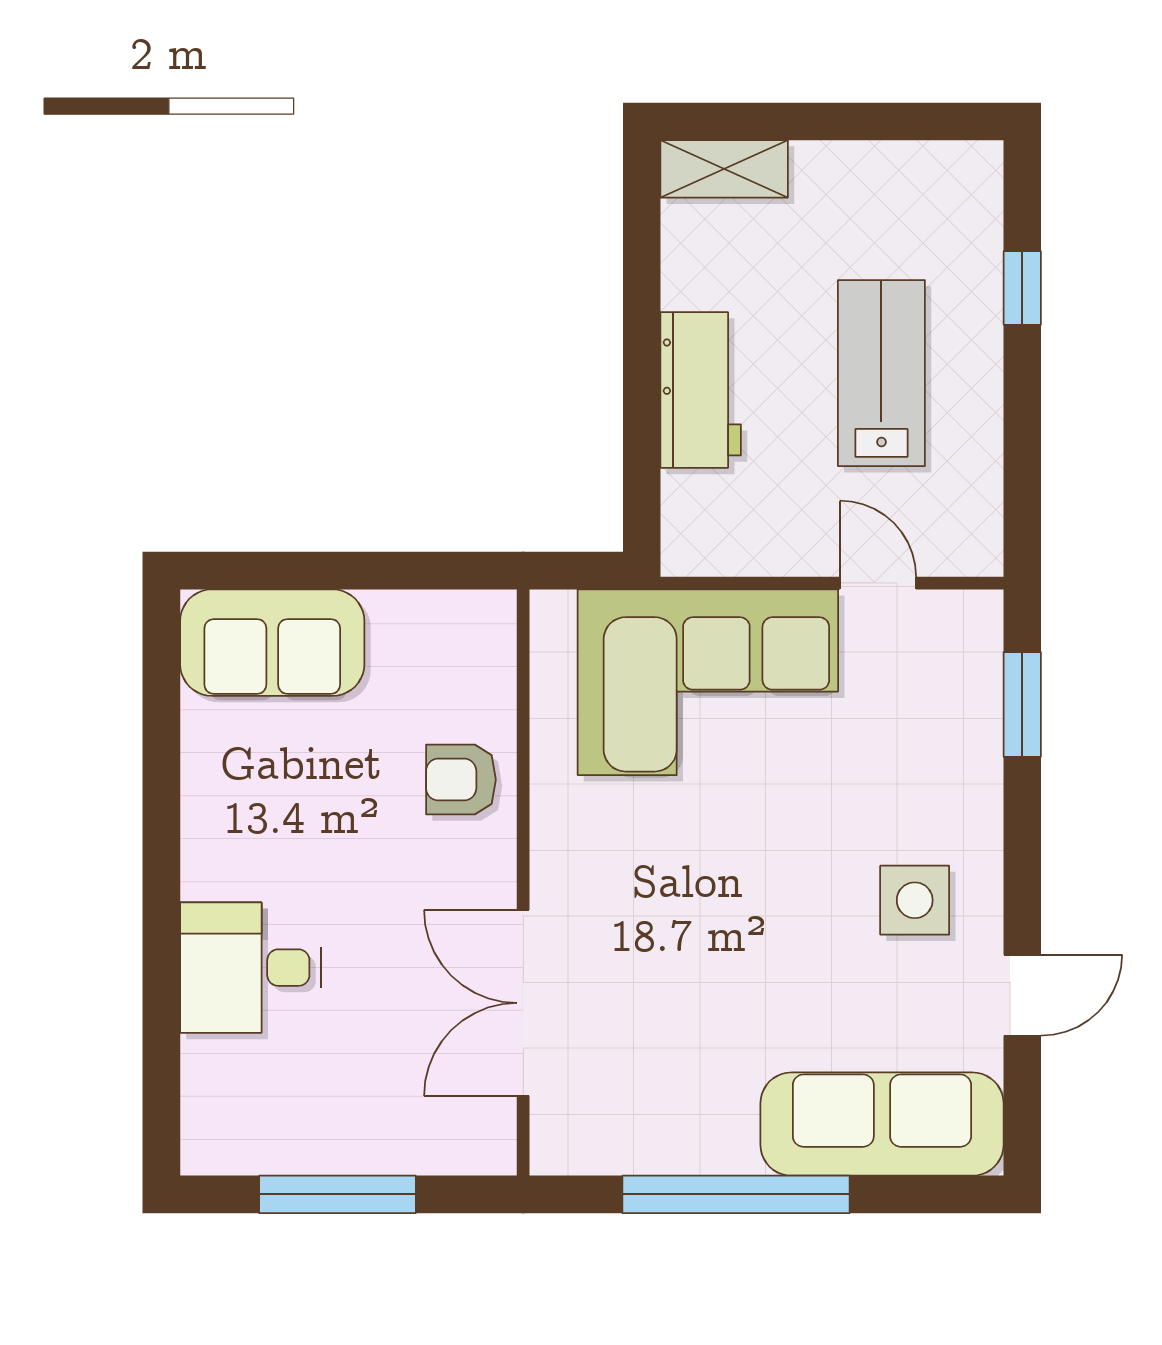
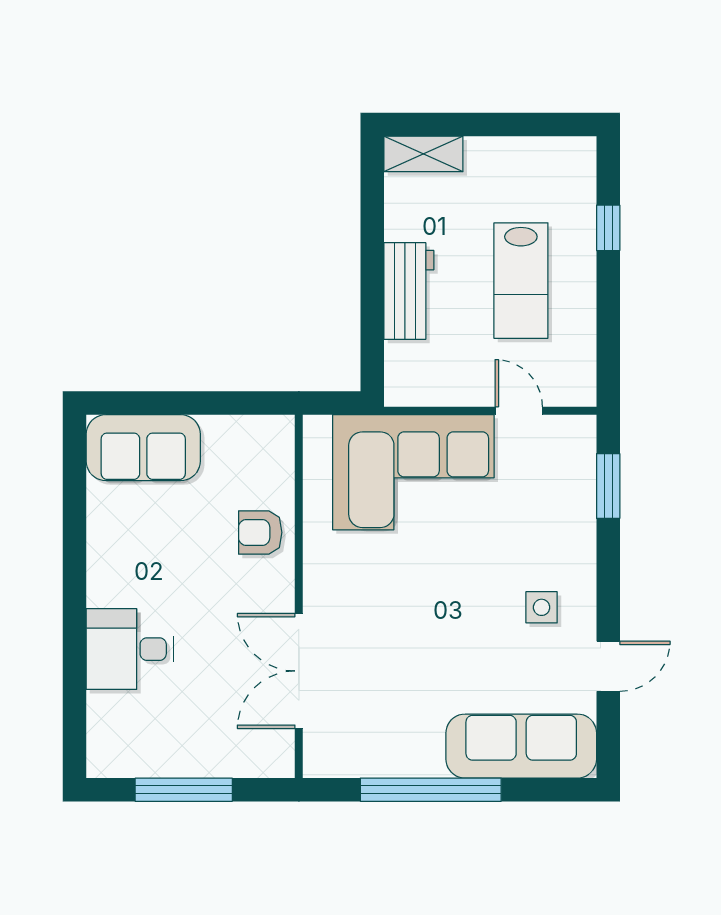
lab bench: (881, 373) -> (521, 281), turned 180
side table: (915, 900) -> (542, 607), width x0.73, depth x0.73

